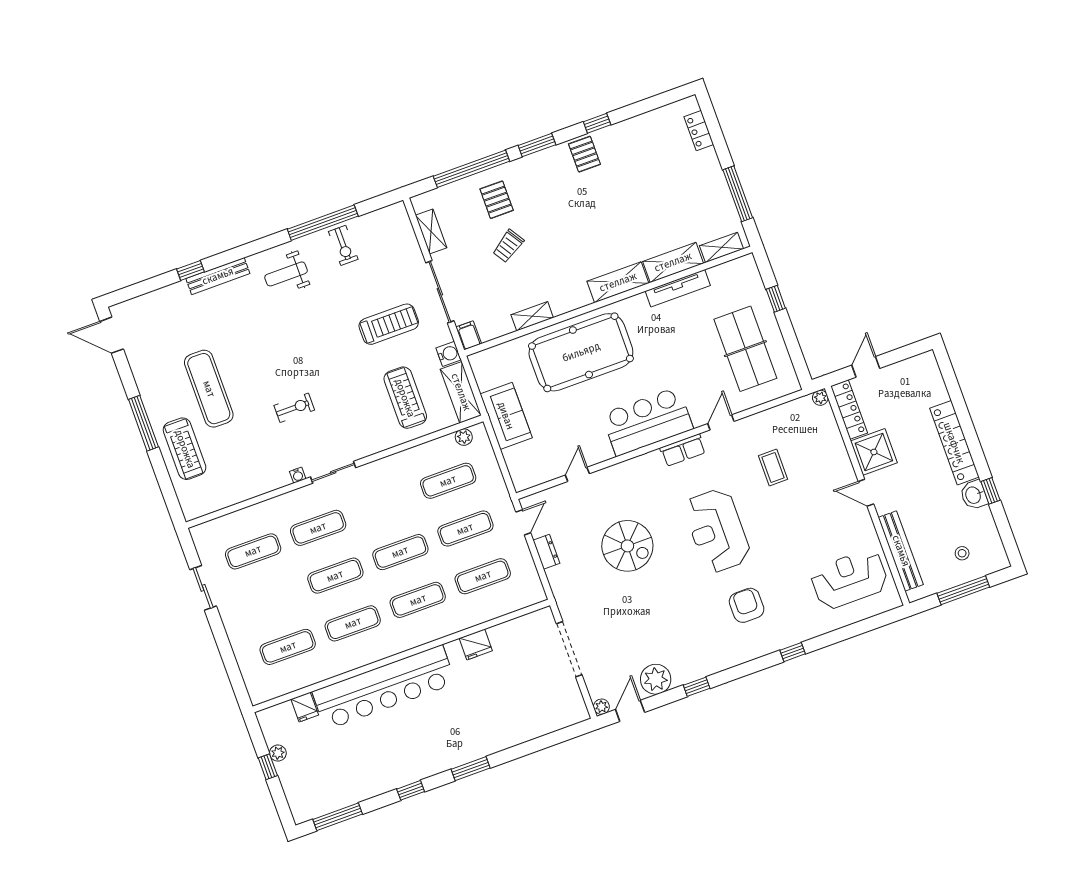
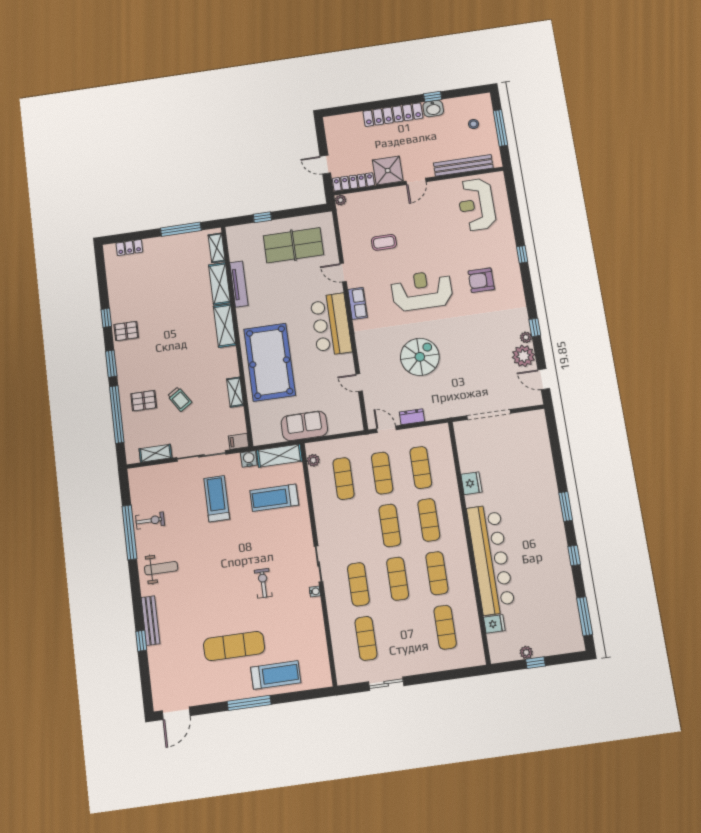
weight bench: (286, 274) -> (161, 568), turned -90
reception desk: (717, 531) -> (422, 291), turned 180
plant: (601, 707) -> (526, 337), moved

